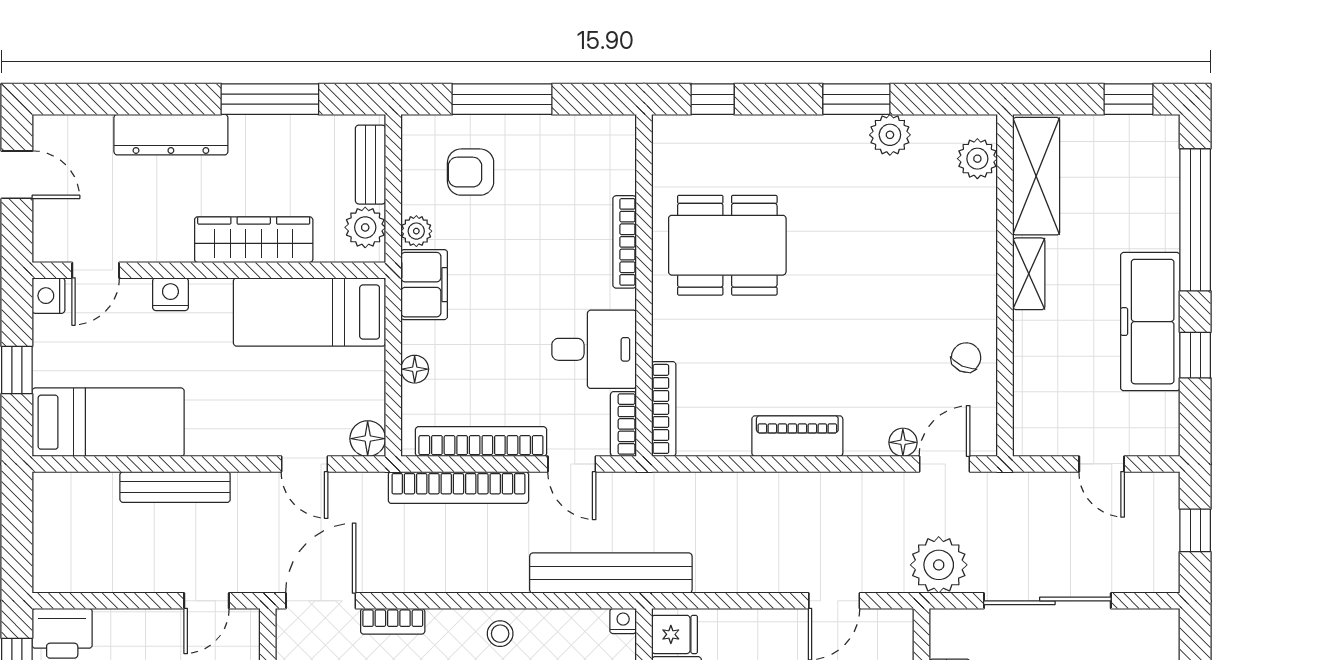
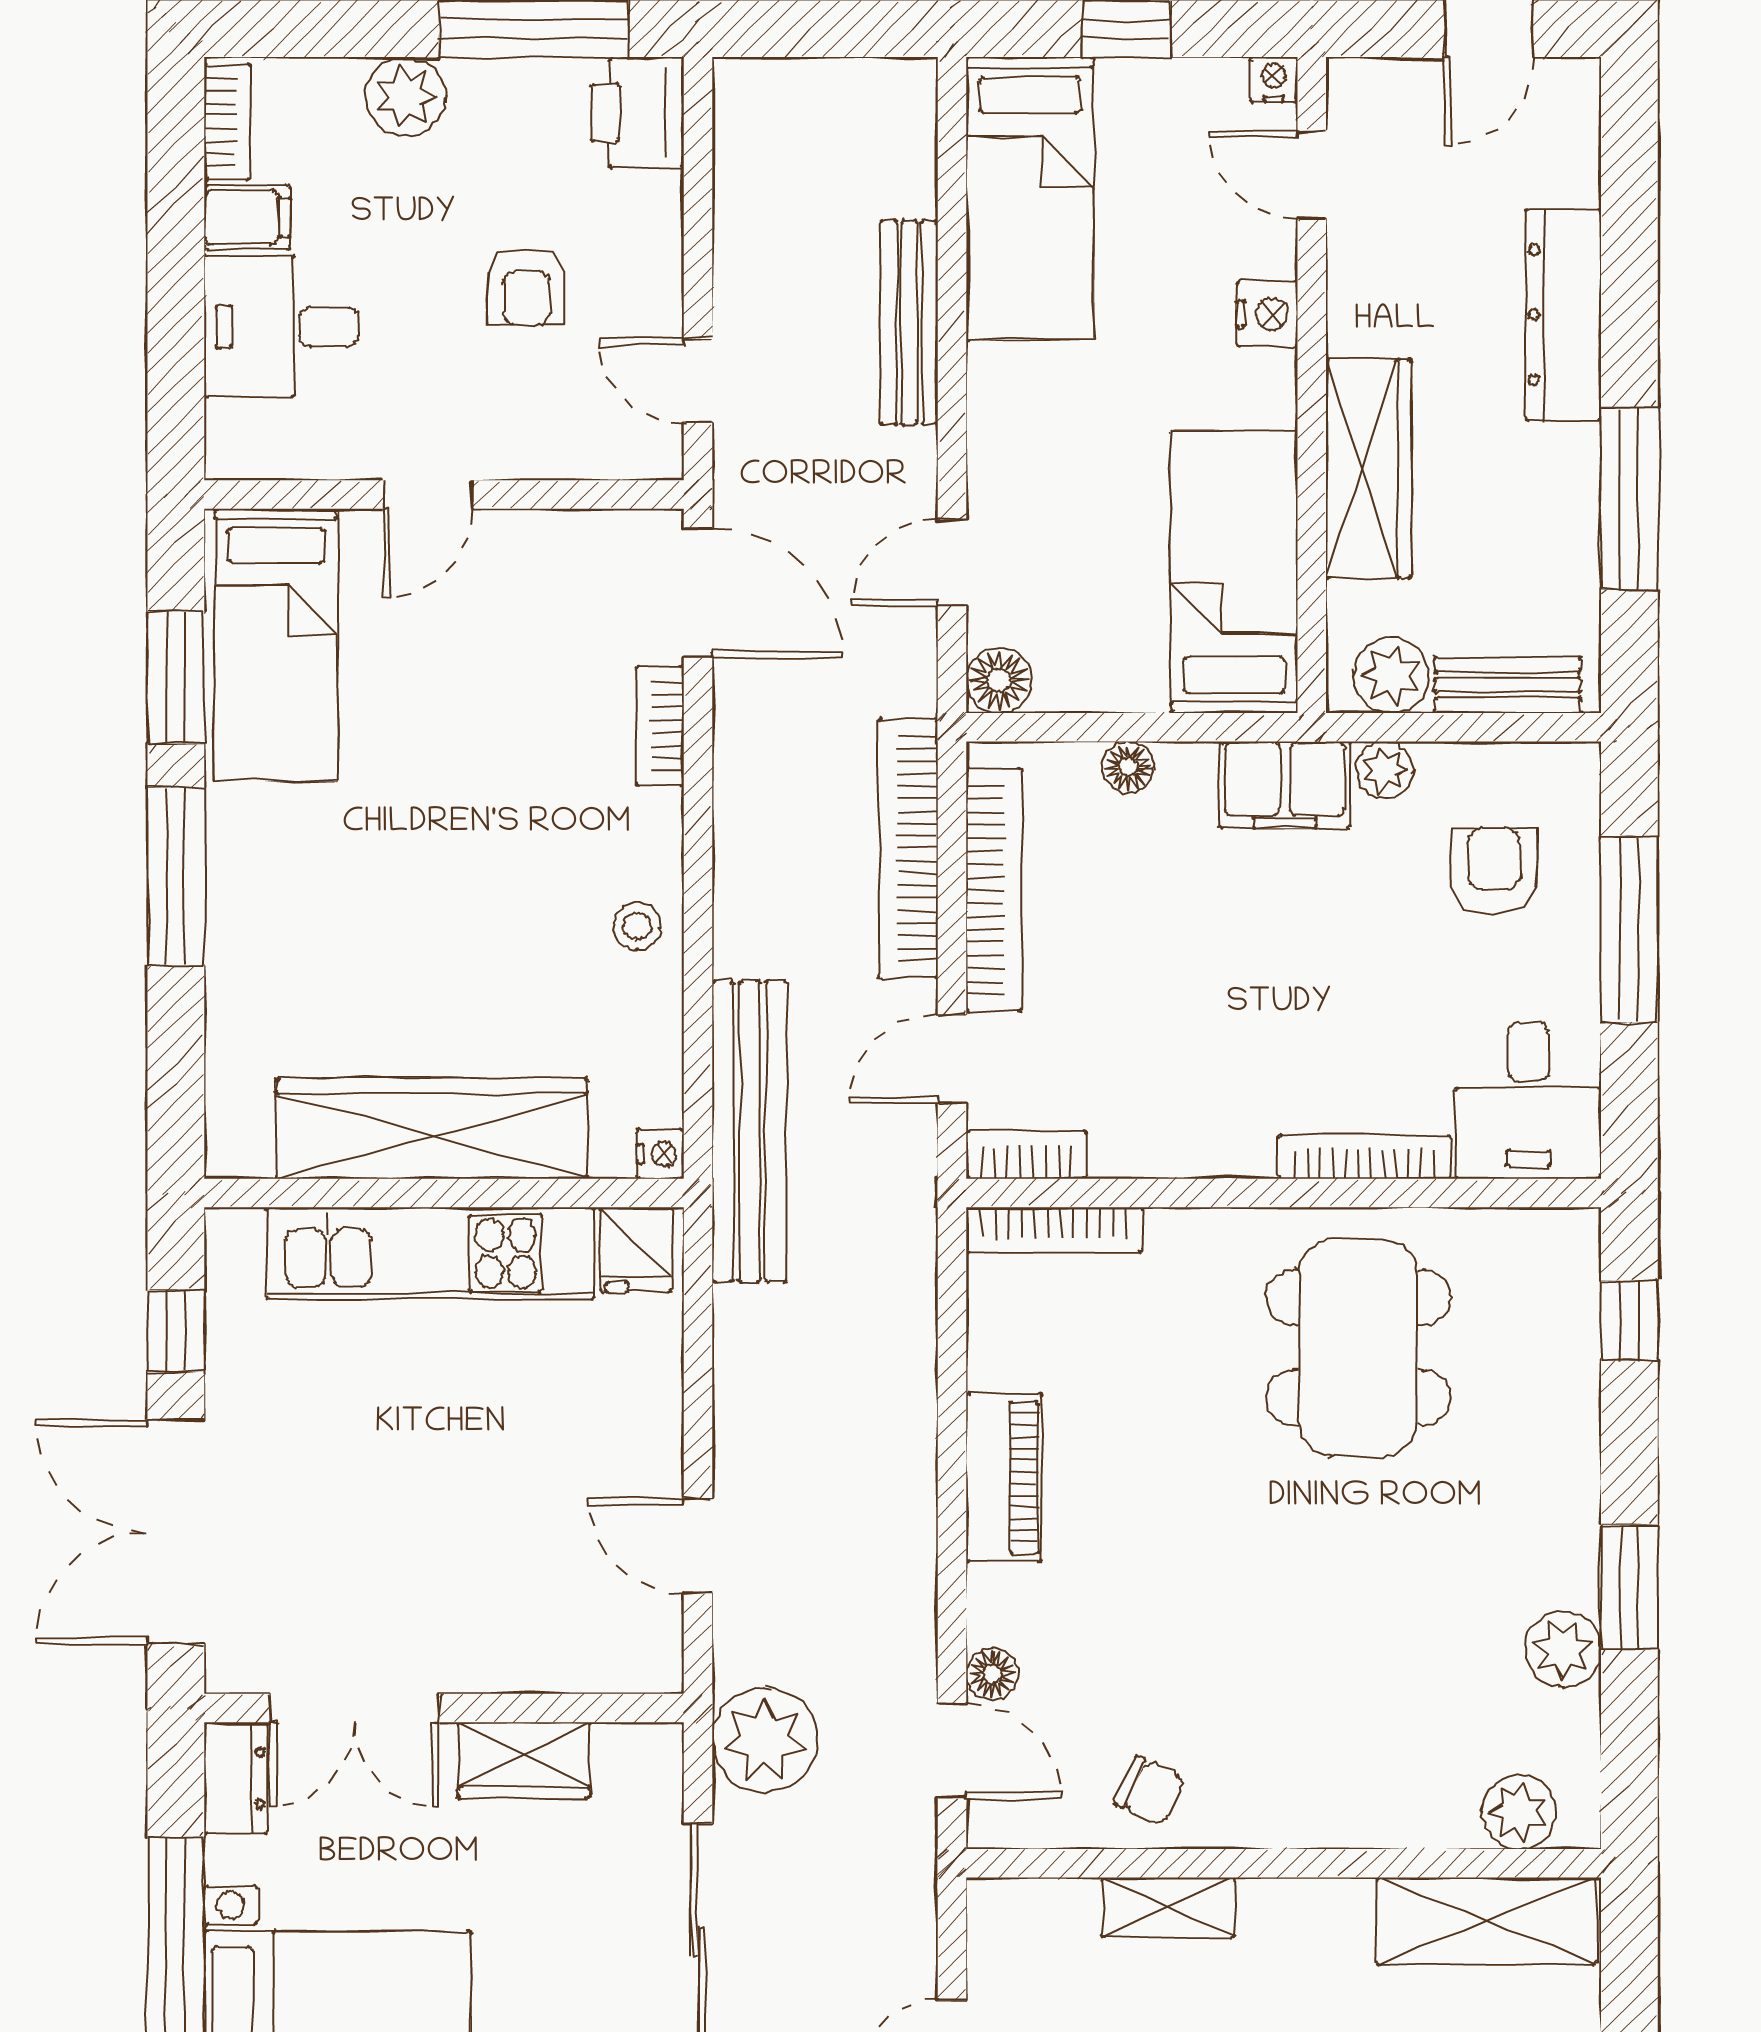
shelving: (1029, 274) -> (1168, 1907), moved
nightstand: (48, 296) -> (1274, 79), width x0.72, depth x0.74
desk: (594, 349) -> (1528, 1100), moved

